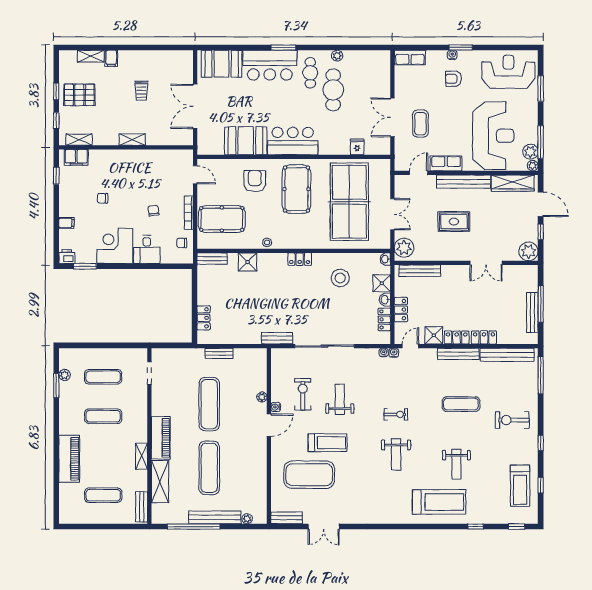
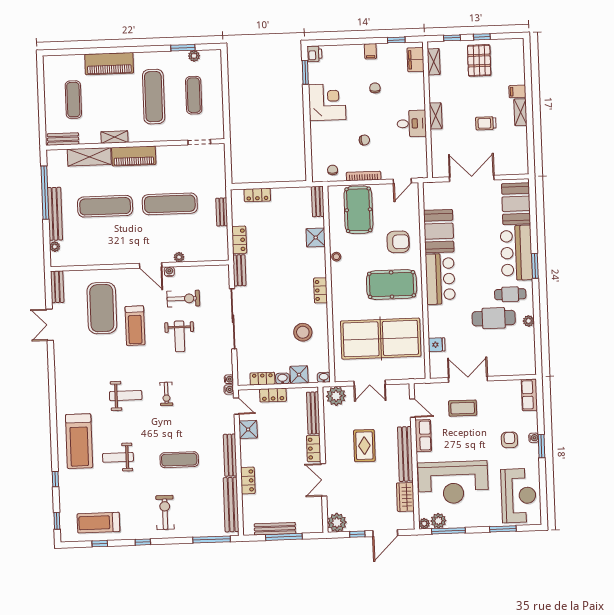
shelving: (91, 56) -> (520, 112), moved
wardrobe: (513, 183) -> (405, 497), width x0.67
filing cabinet: (66, 223) -> (370, 51), moved
desk: (147, 249) -> (412, 124), moved, turned 180
locker: (247, 337) -> (239, 240), added
locker: (457, 337) -> (314, 448), moved, turned 180
weight bench: (340, 399) -> (180, 336), turned 90
exercise mat: (461, 404) -> (179, 460), turned 90
exercise mat: (103, 416) -> (154, 97), width x1.36, depth x1.45
weight bench: (396, 454) -> (126, 396), turned 180

